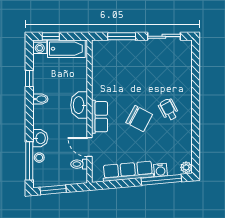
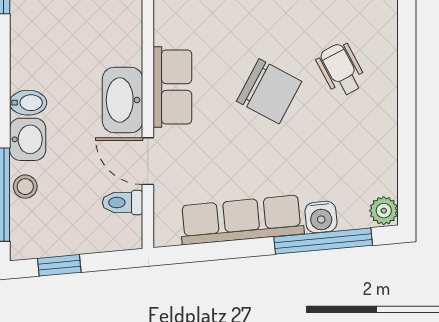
bidet: (40, 99) -> (28, 103), moved
washbasin: (79, 105) -> (123, 100), moved
window: (53, 190) -> (59, 265), width x0.67

